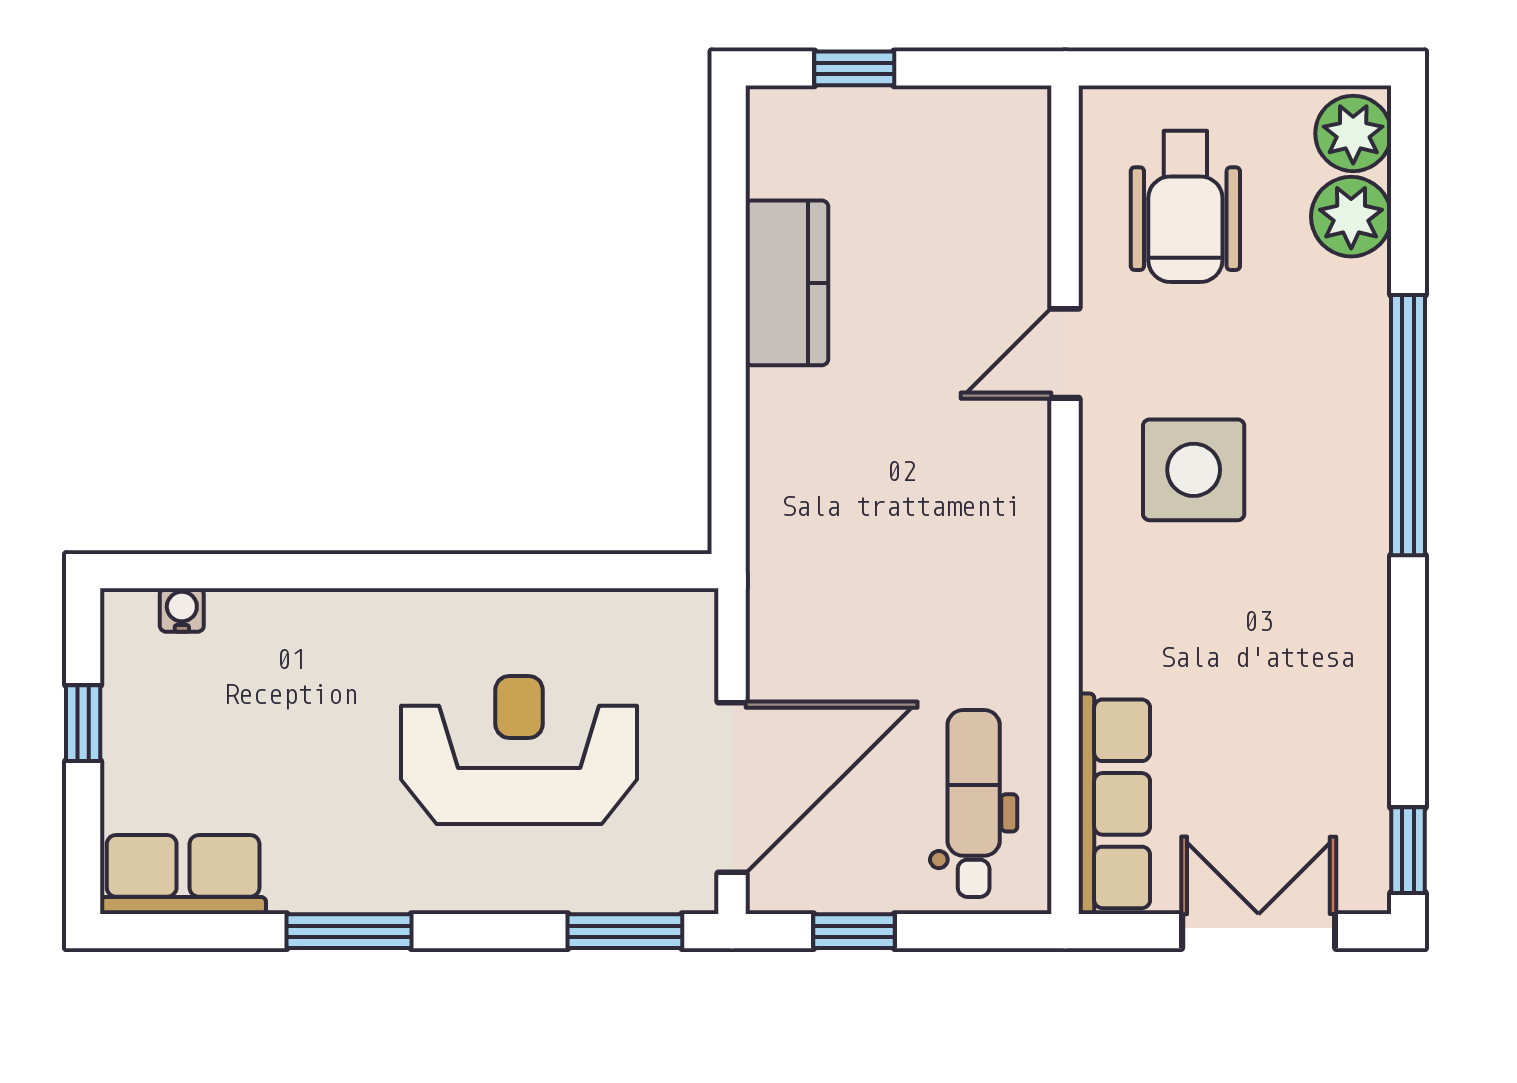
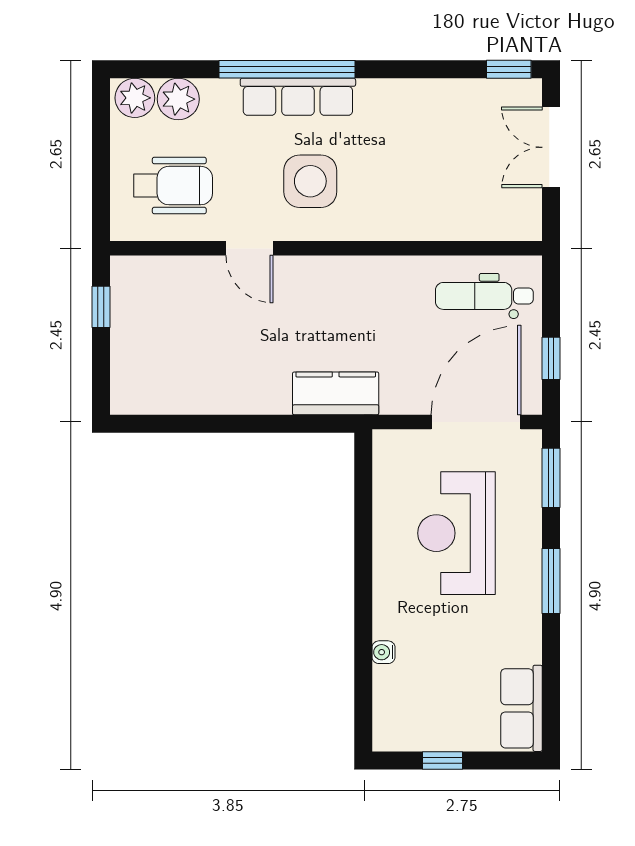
window: (854, 68) -> (101, 307), moved
kitchen counter: (787, 283) -> (336, 393), moved
water cooler: (182, 610) -> (383, 652), moved
door: (732, 788) -> (476, 422), hinge flipped
row of seats: (1114, 804) -> (298, 97), moved, turned 180
window: (349, 931) -> (551, 581), moved

